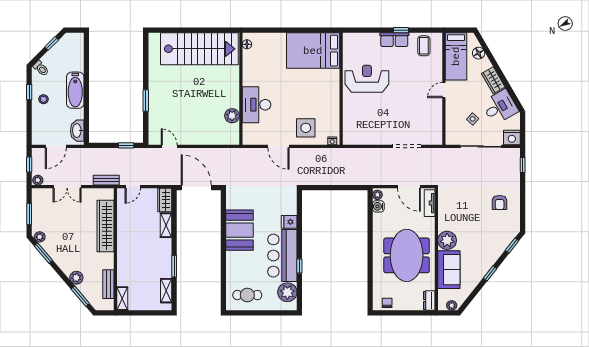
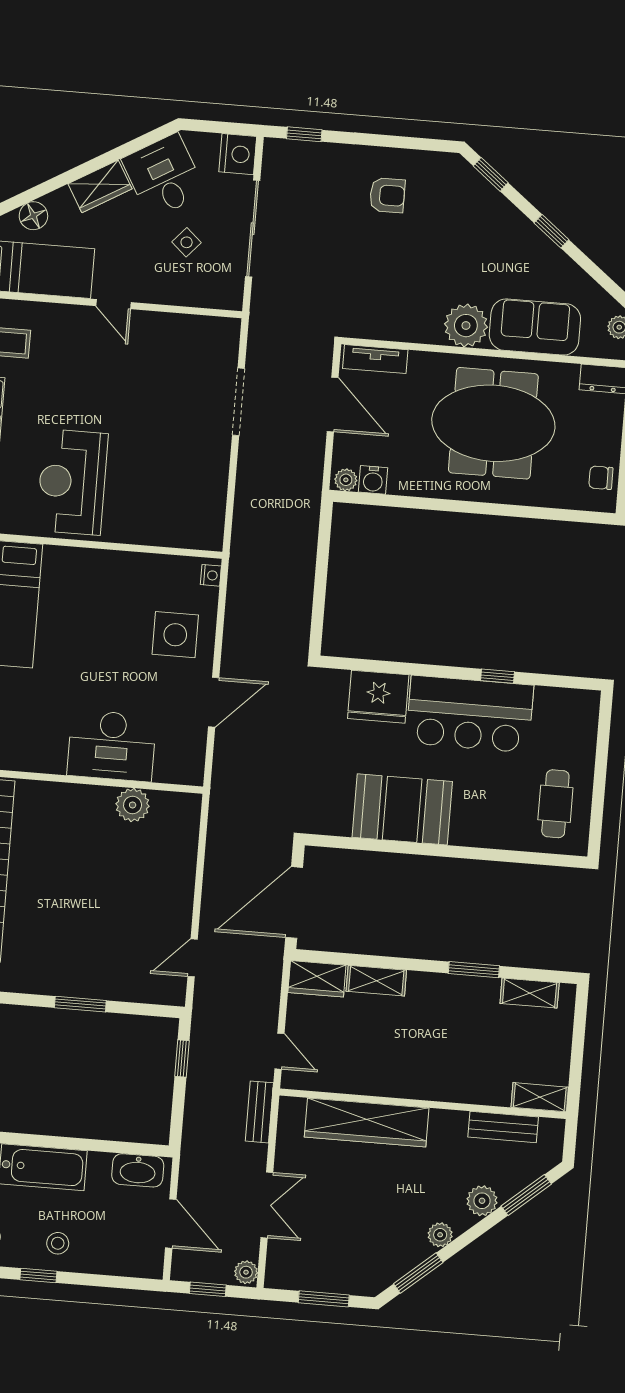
door: (409, 187) -> (333, 404), hinge flipped
fridge: (289, 222) -> (378, 697), width x1.88, depth x1.34
plant: (40, 237) -> (440, 1235), moved
plant: (287, 292) -> (557, 709), removed

